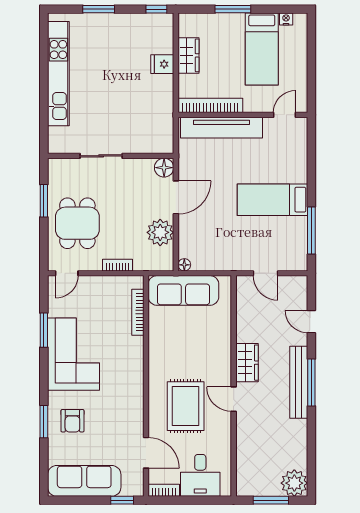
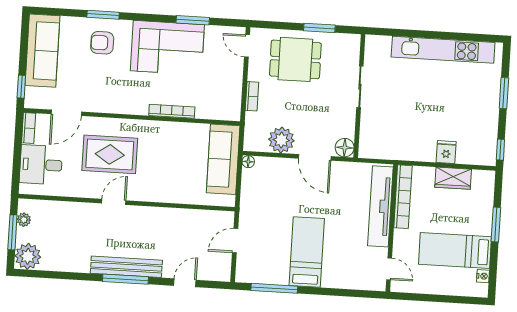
bookcase: (138, 312) -> (172, 111), moved
wardrobe: (247, 363) -> (149, 217), removed
plant: (257, 489) -> (24, 220), added

